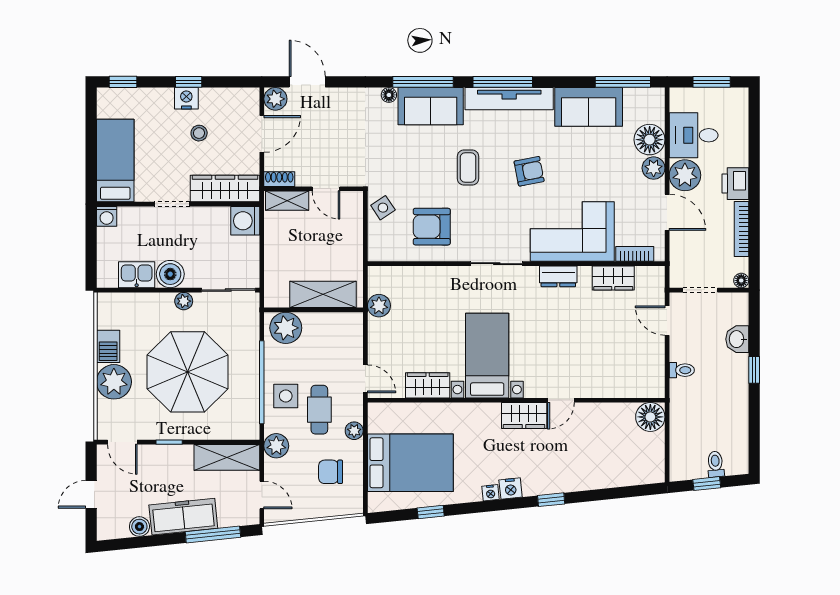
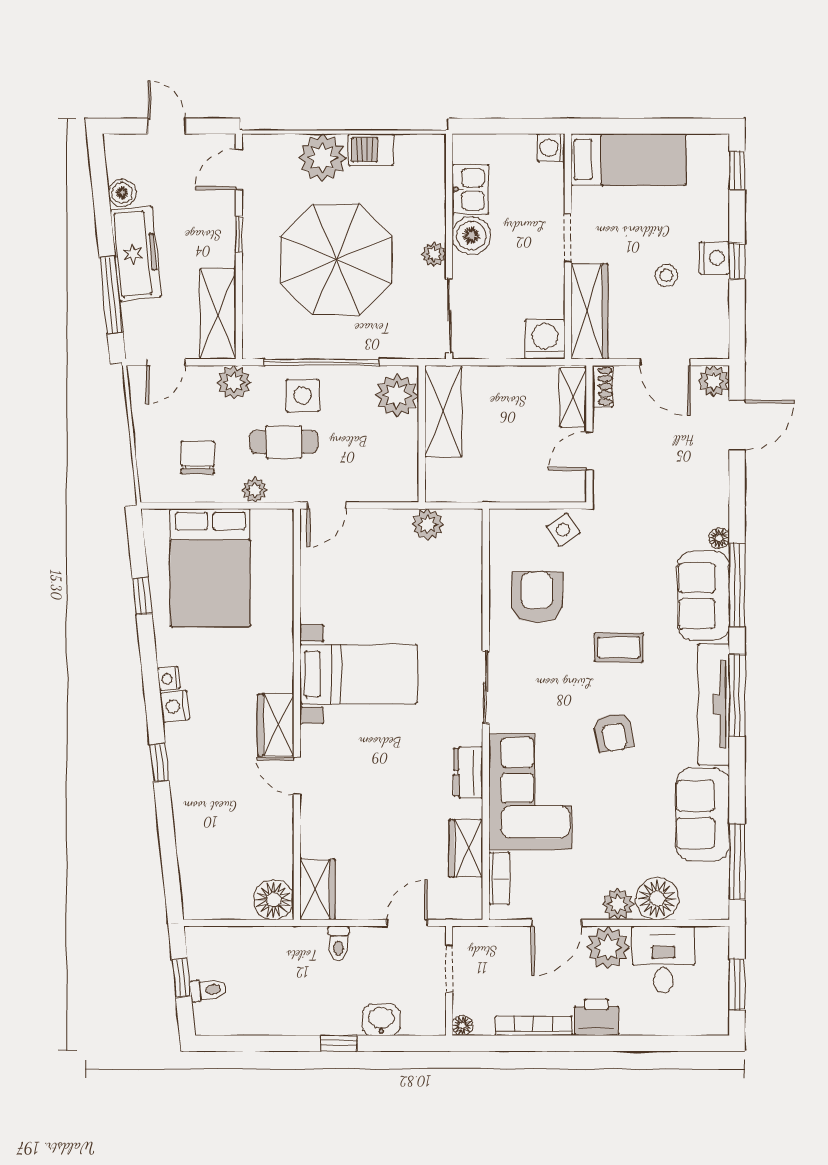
shelving: (323, 294) -> (443, 411), moved
wardrobe: (428, 385) -> (317, 889), moved

